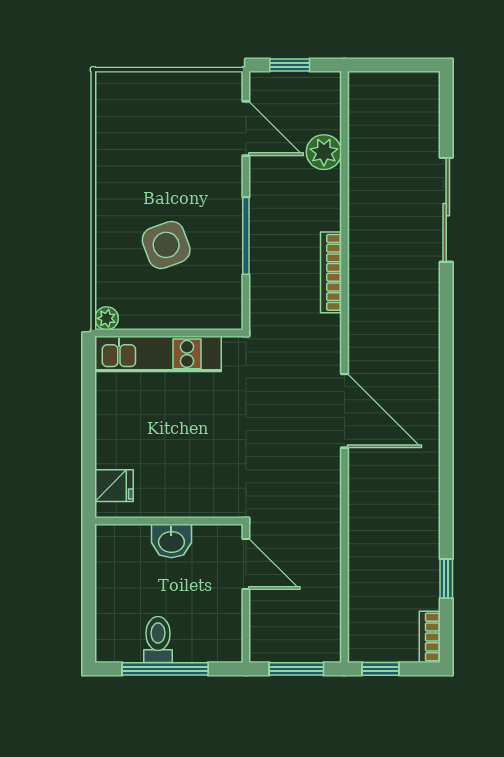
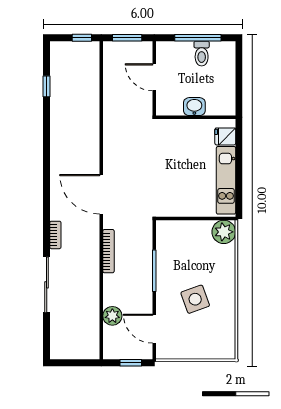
side table: (166, 245) -> (195, 299), moved
plant: (107, 318) -> (224, 232), width x1.87, depth x1.87
kitchen unit: (158, 354) -> (226, 180), moved, turned -90
door: (344, 411) -> (101, 194), moved
door: (246, 564) -> (154, 77), moved
bookcase: (430, 637) -> (55, 235), moved

